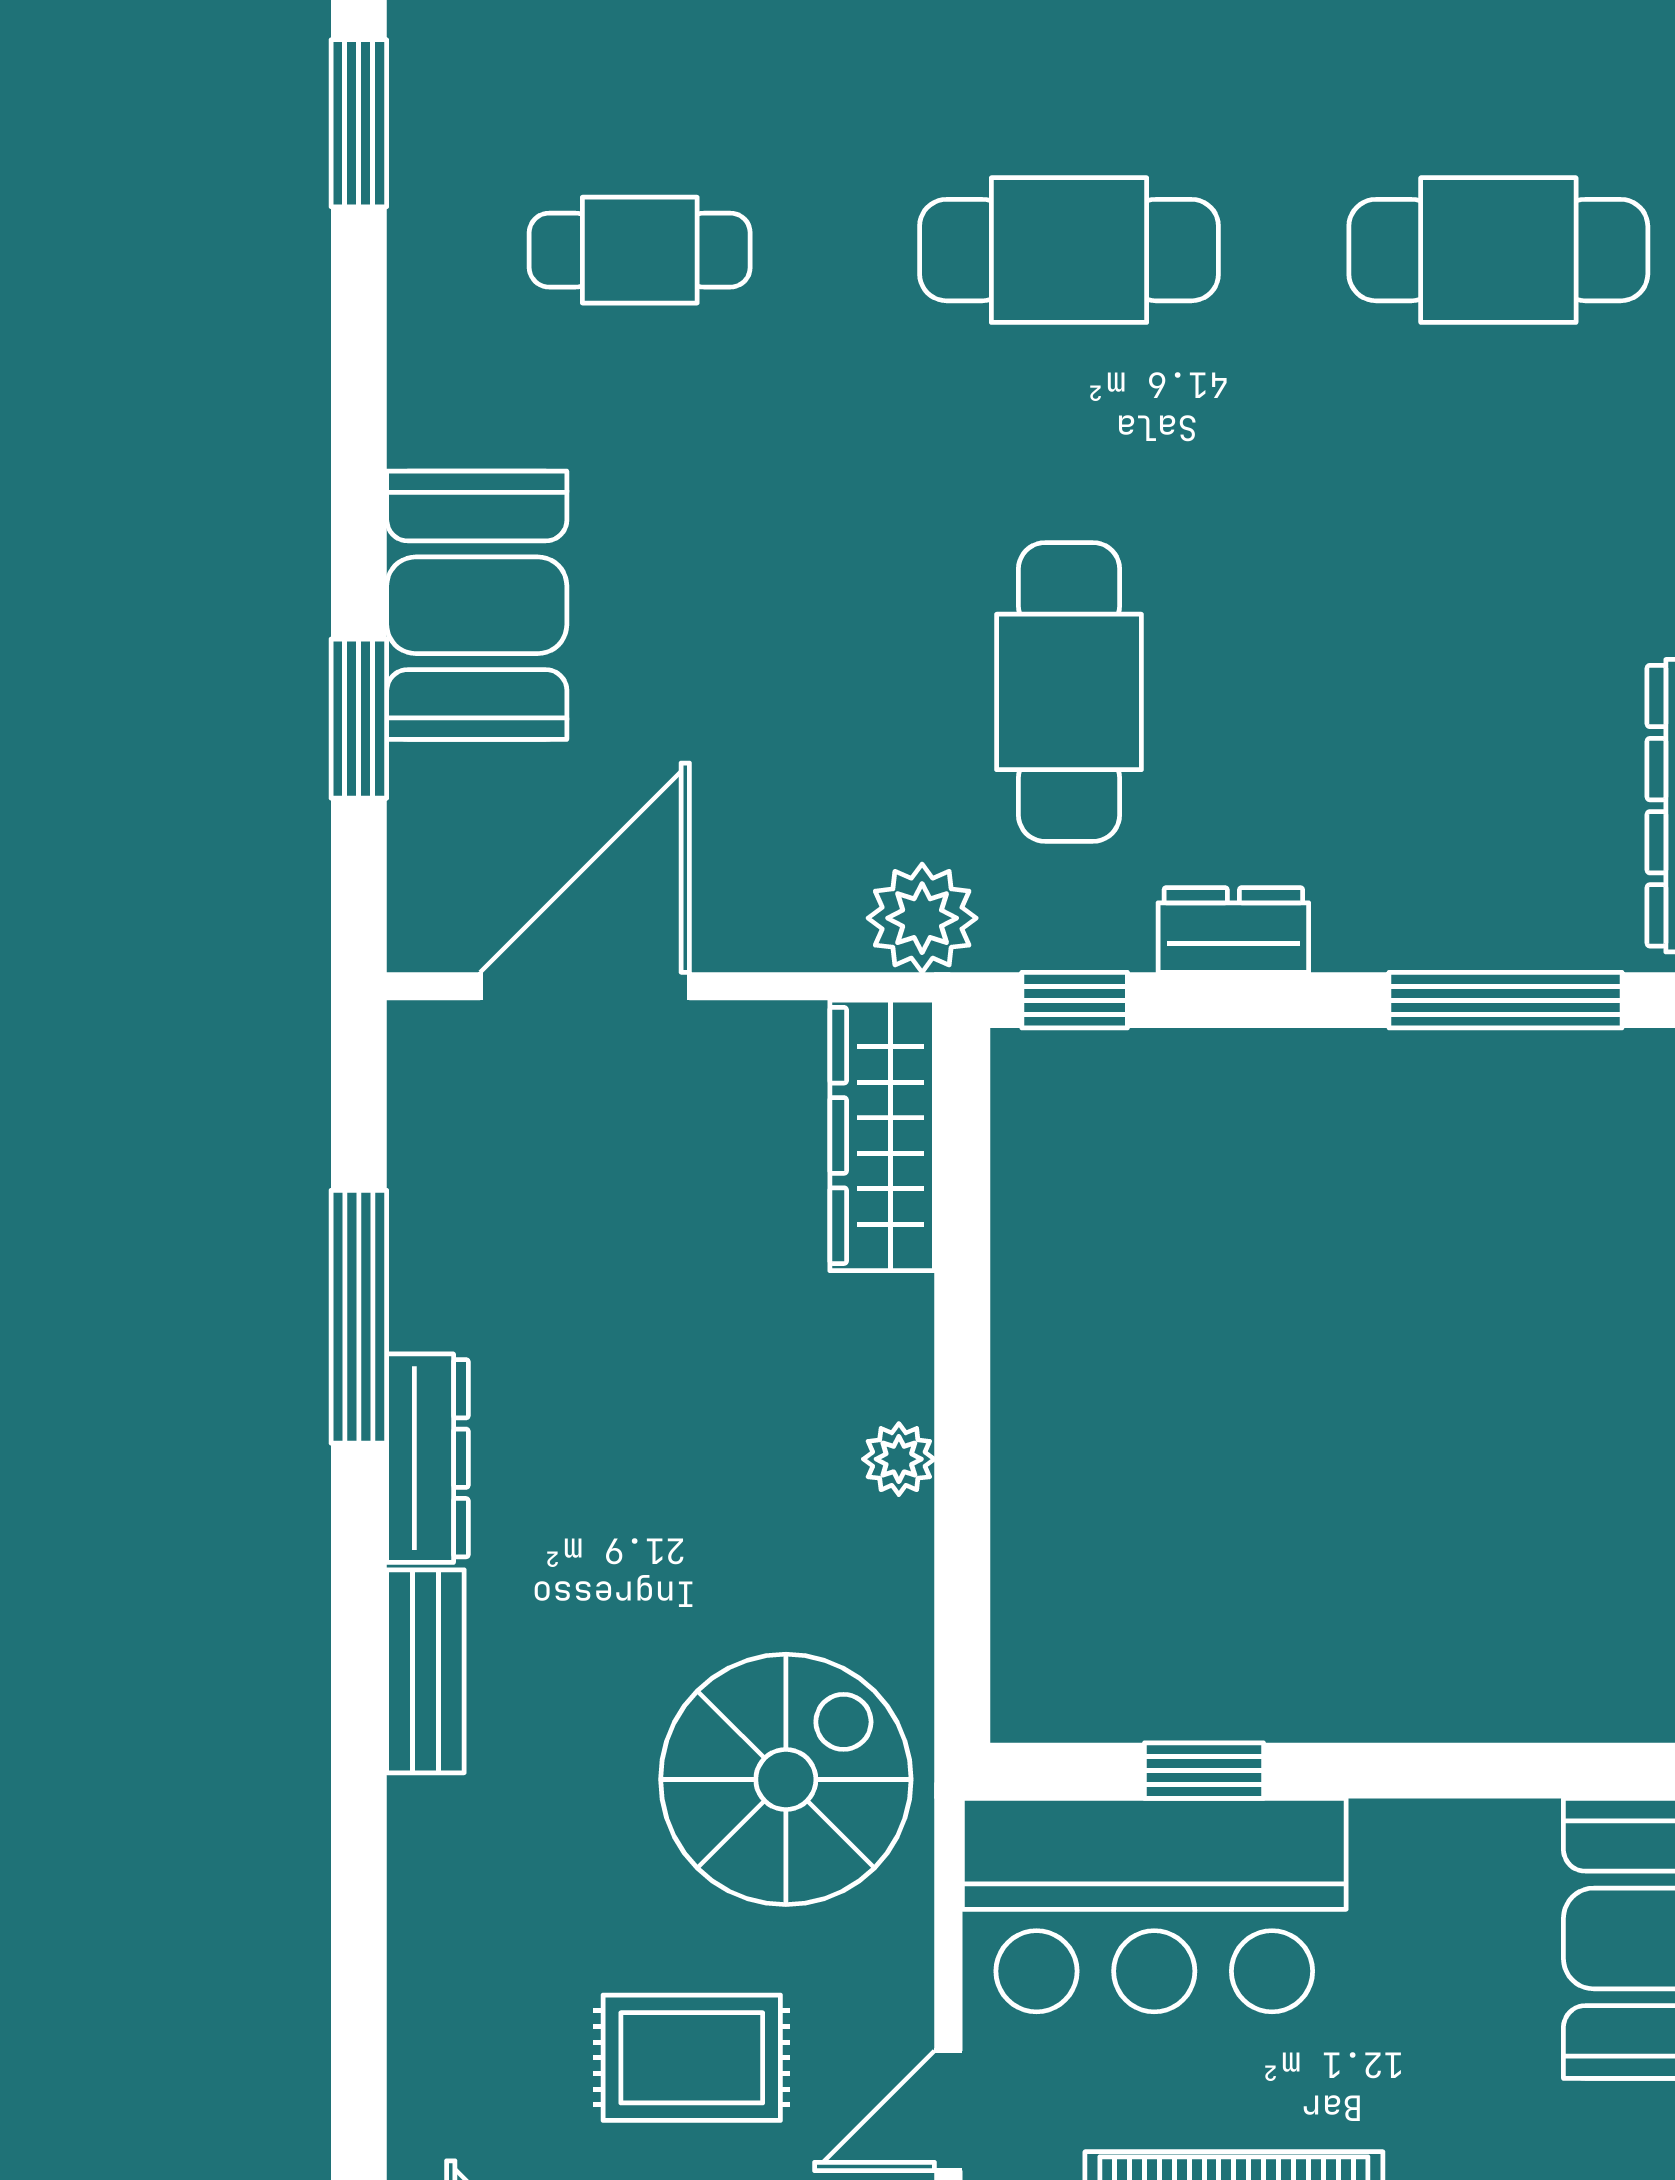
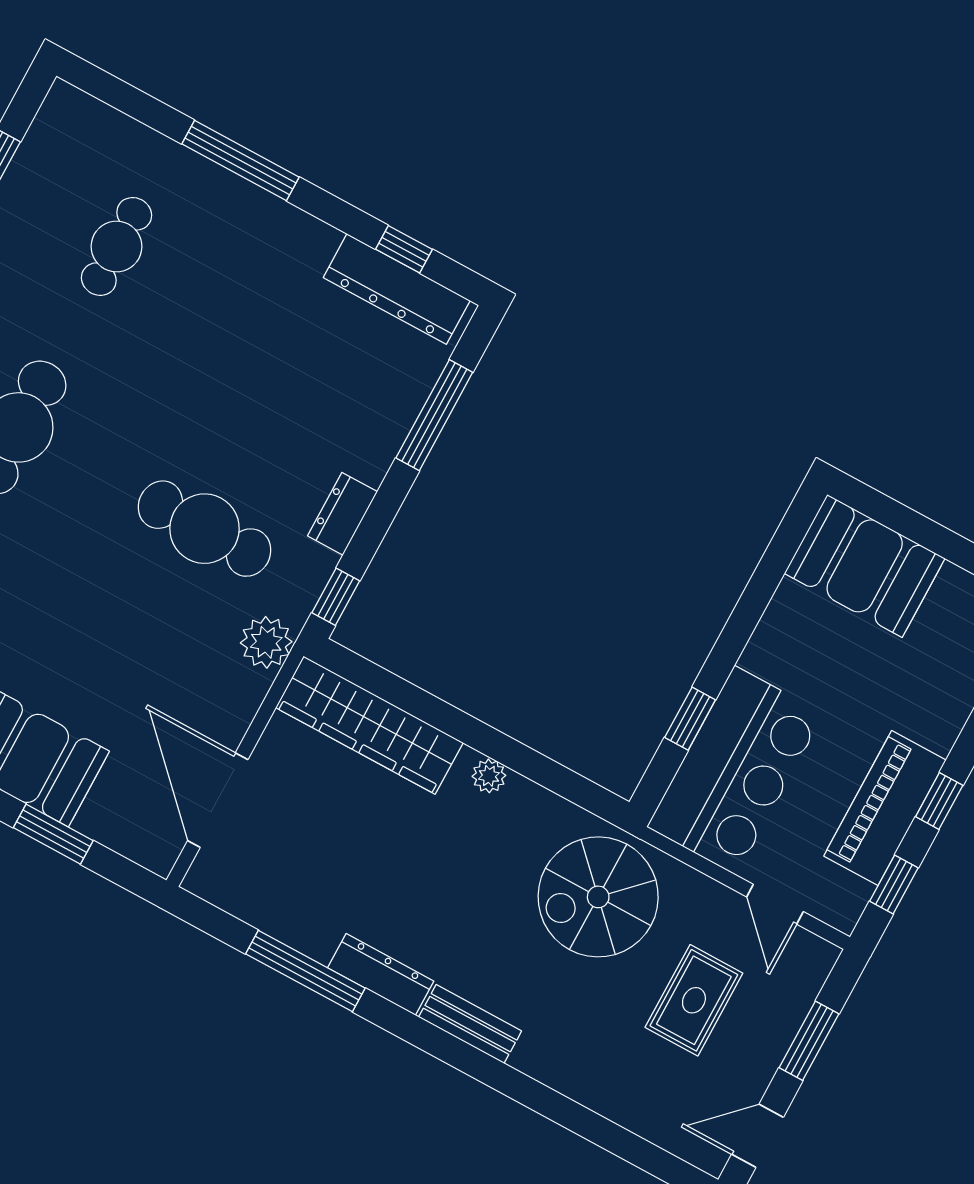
cafe table: (1498, 250) -> (116, 246), width x0.73, depth x0.74
wardrobe: (882, 1135) -> (369, 725), width x1.40, depth x1.17
spiral stairs: (786, 1779) -> (598, 897), turned -90

